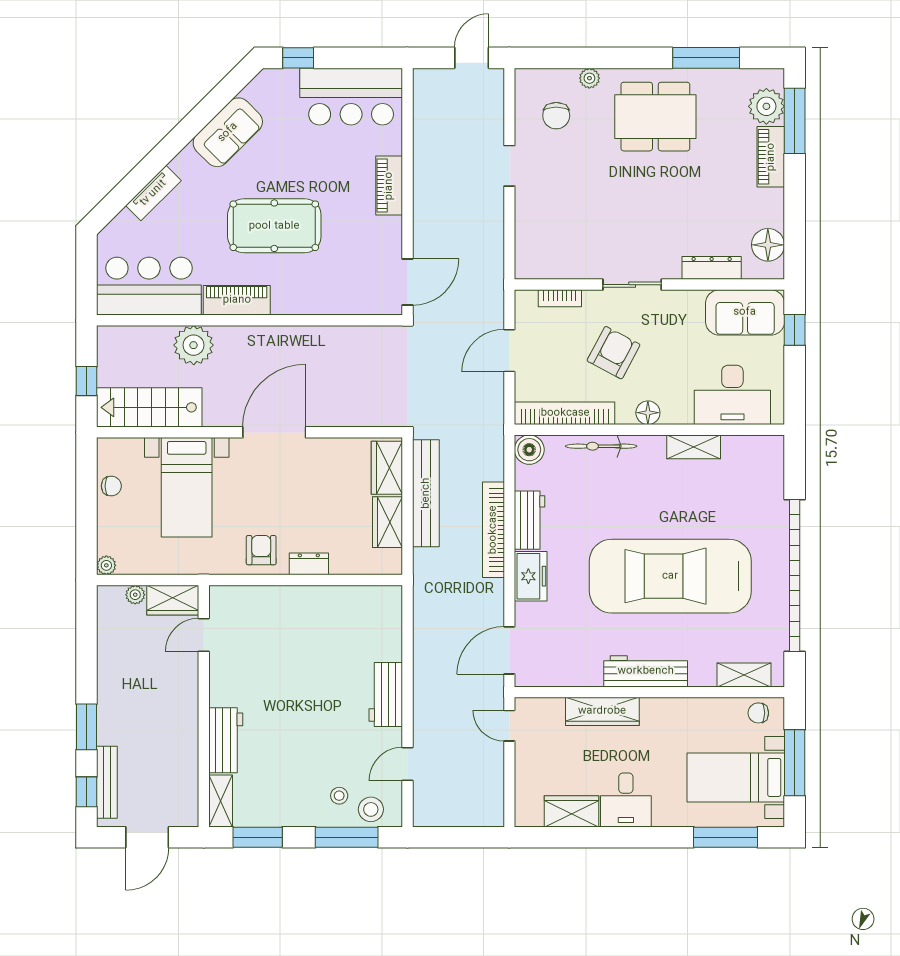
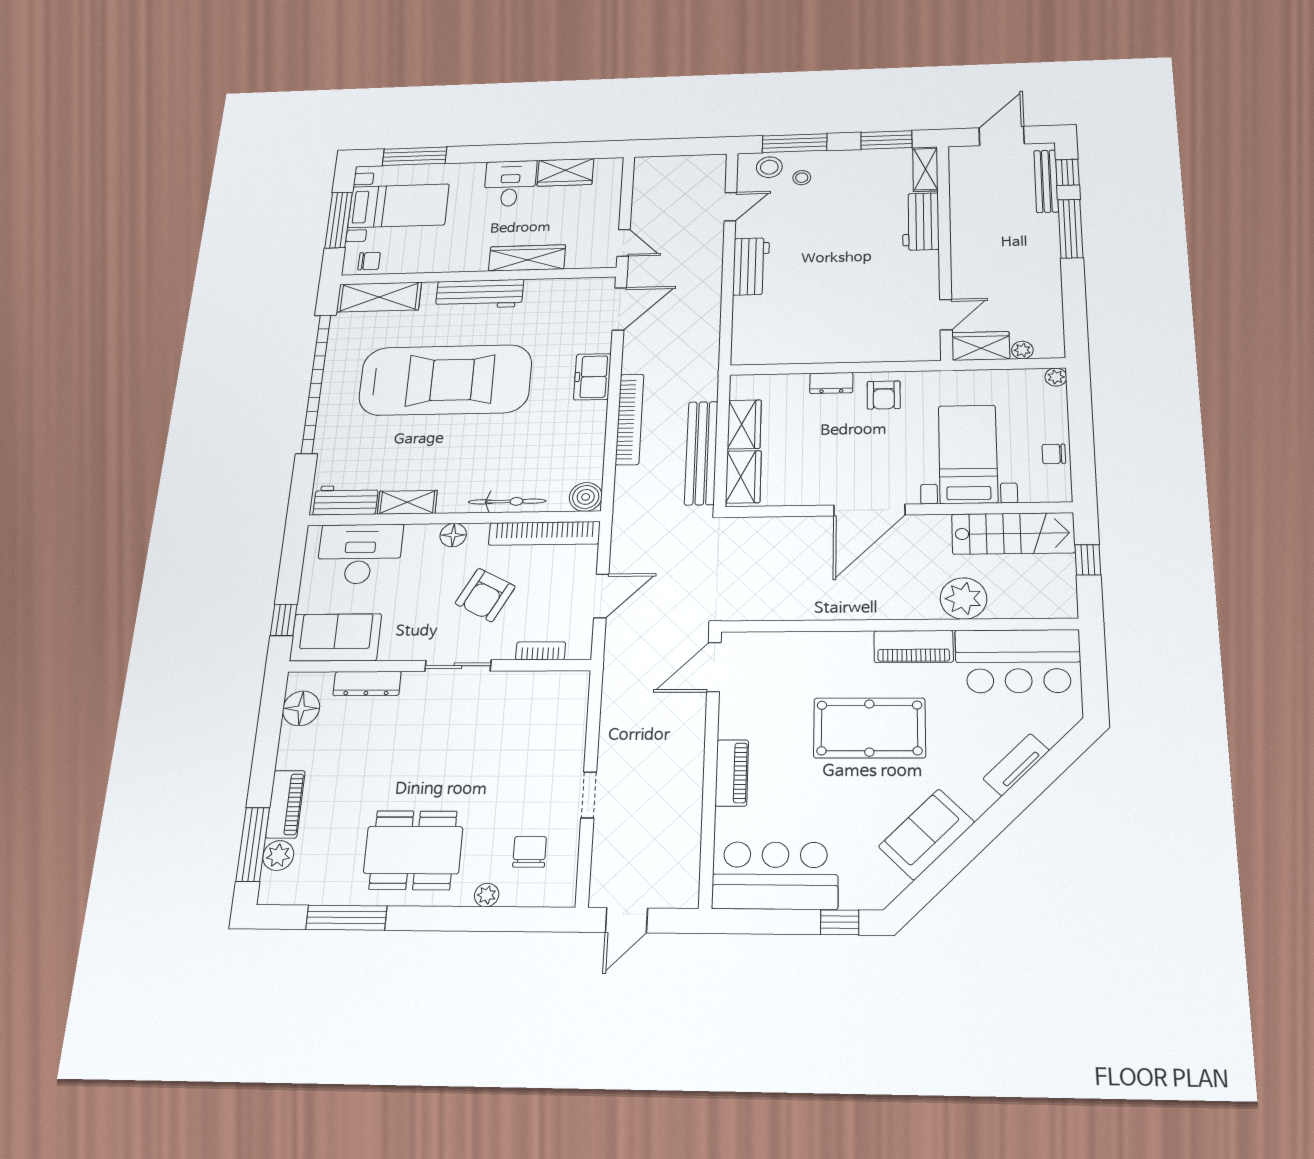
plant: (766, 106) -> (278, 856), width x0.73, depth x0.73
workbench: (530, 520) -> (346, 500), moved, turned 90
shelving: (744, 675) -> (379, 297), width x1.50, depth x1.33
window: (87, 727) -> (1070, 229), width x1.44

